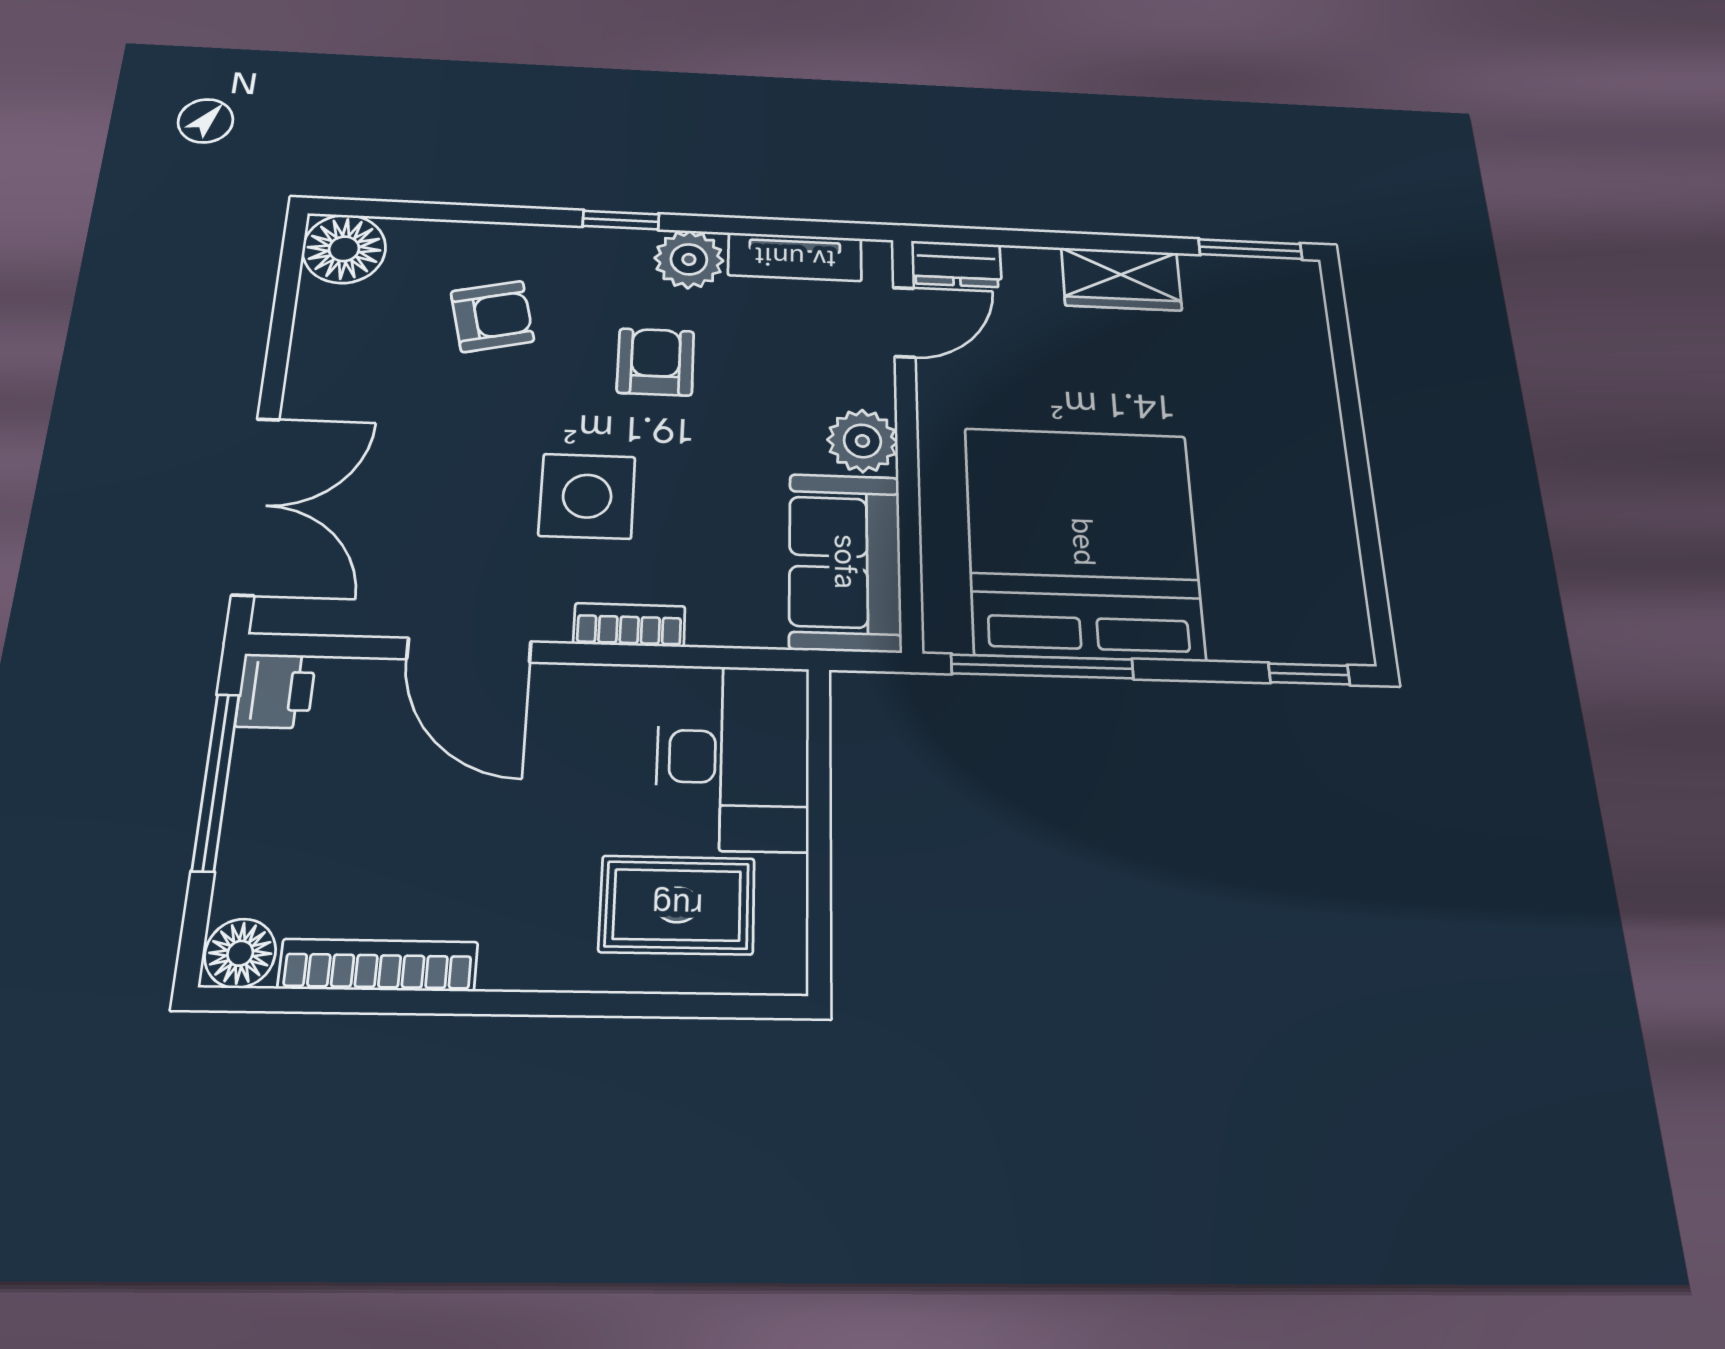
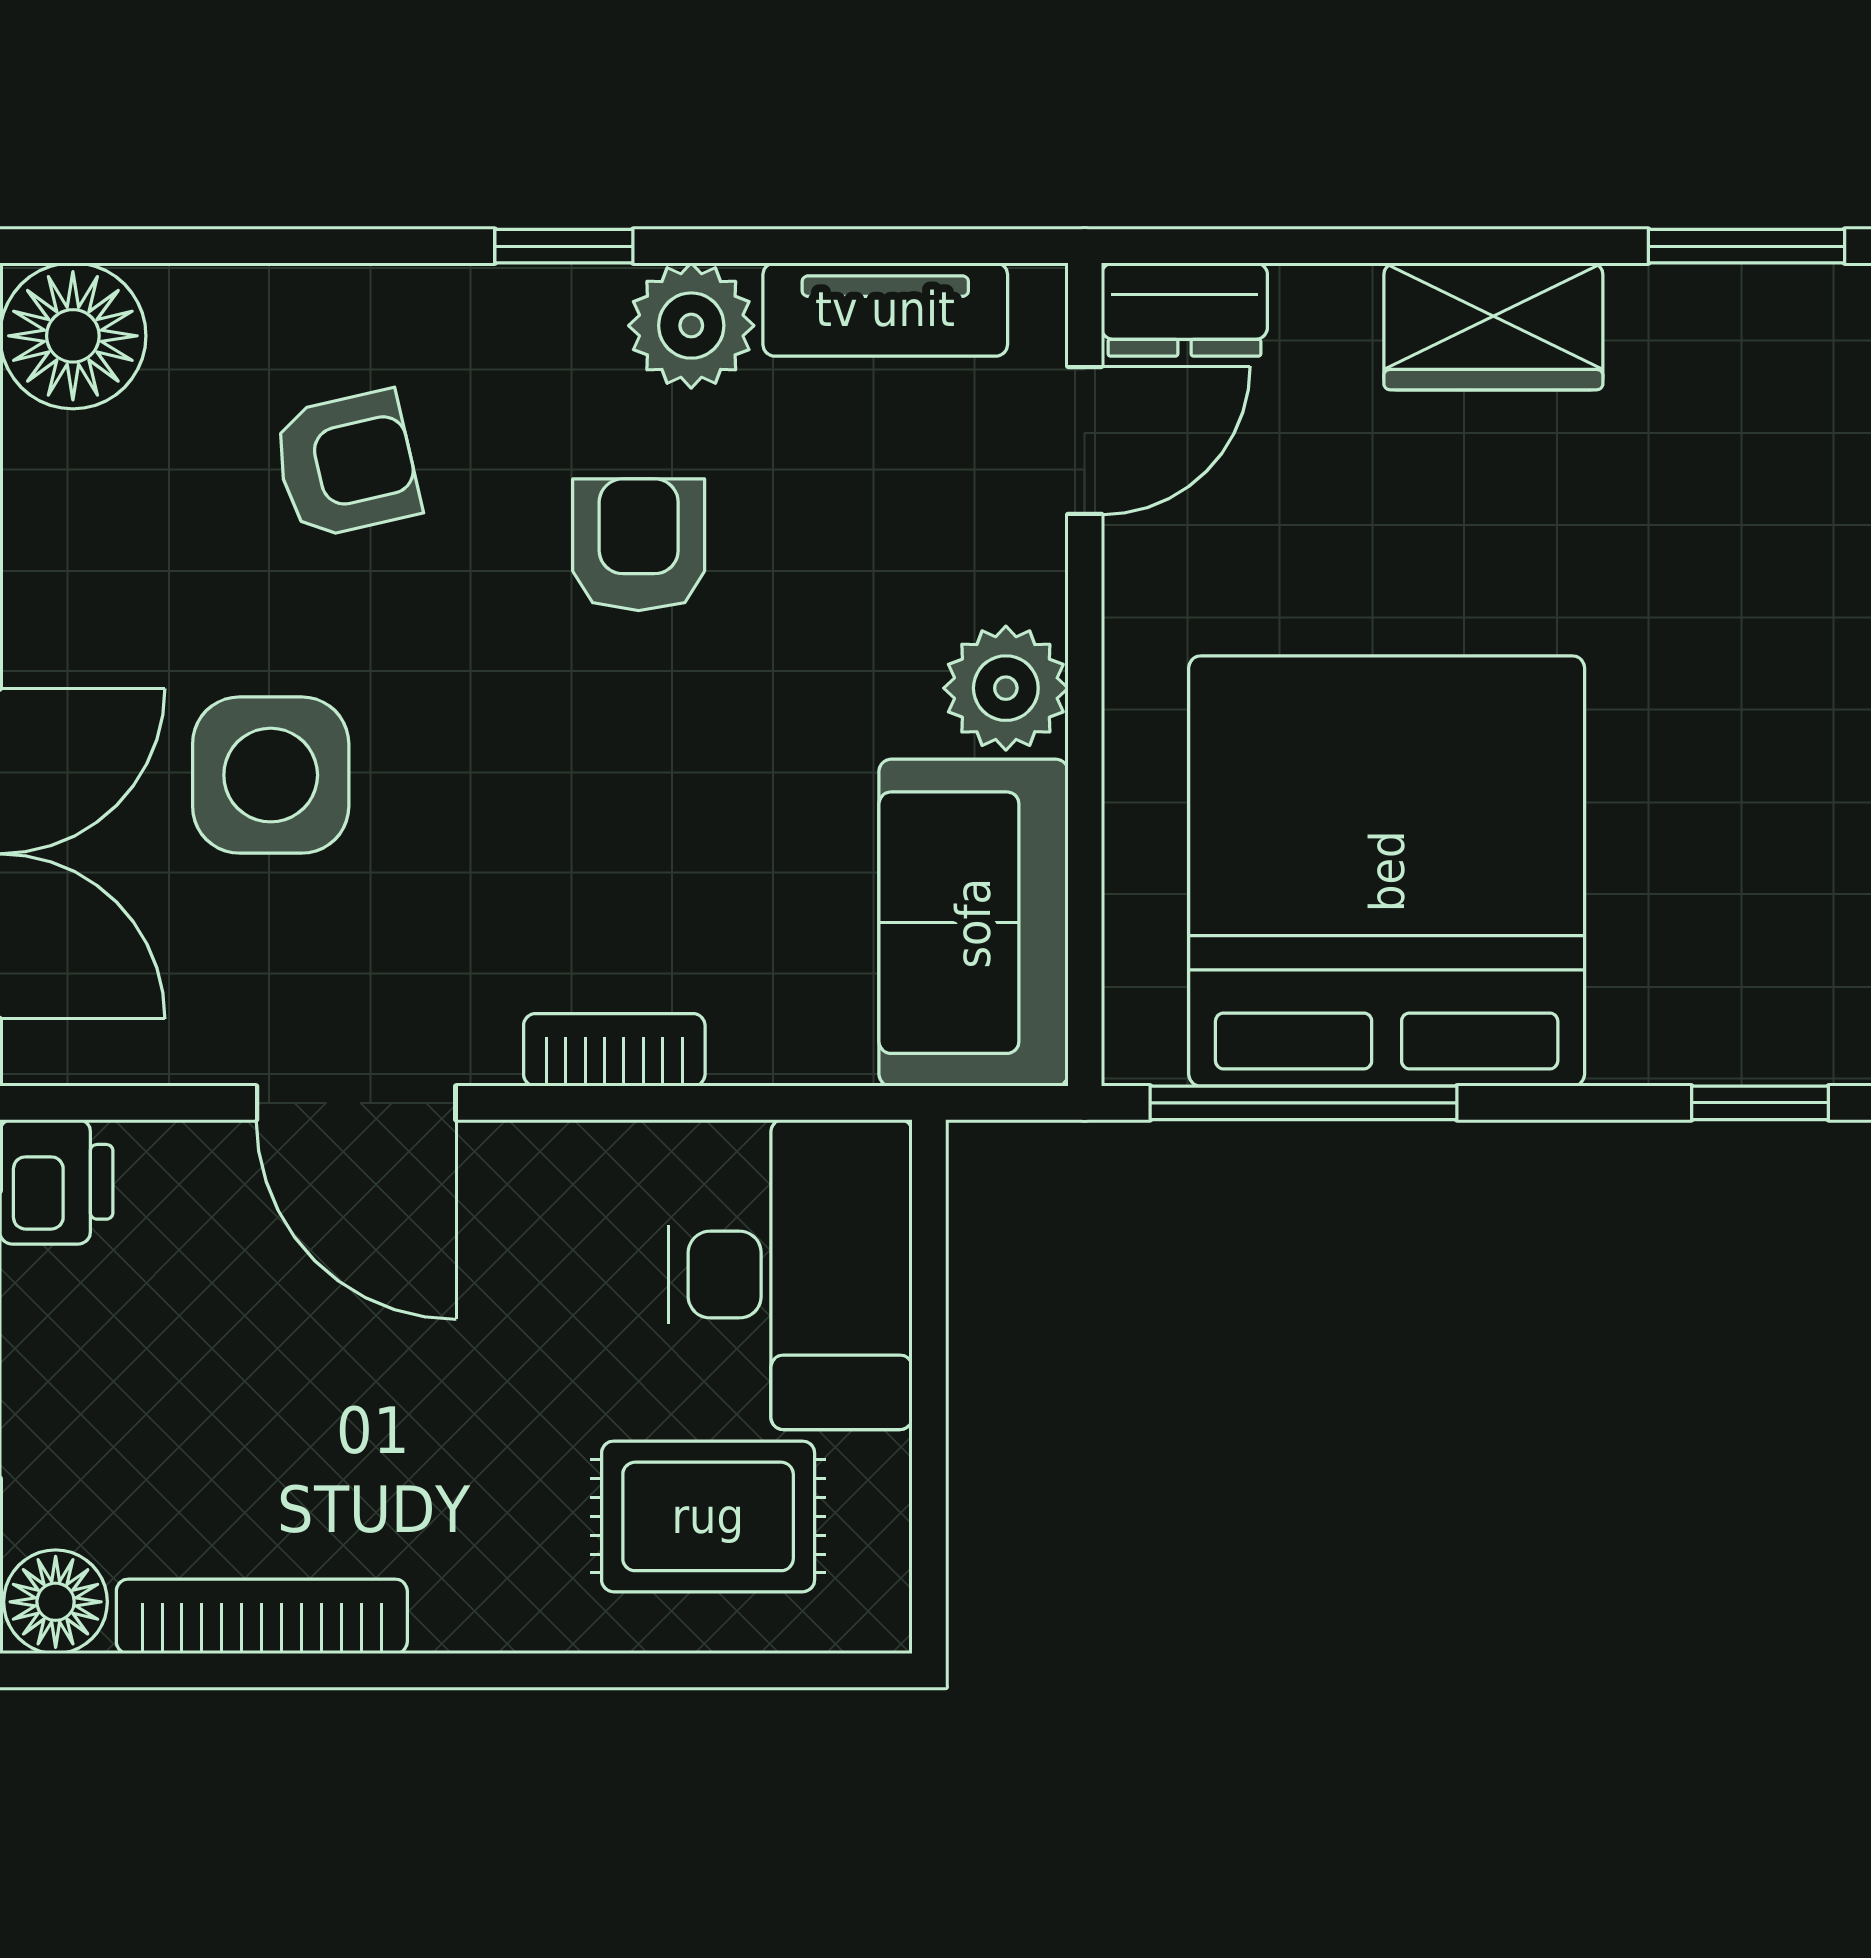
side table: (587, 496) -> (271, 775), moved

